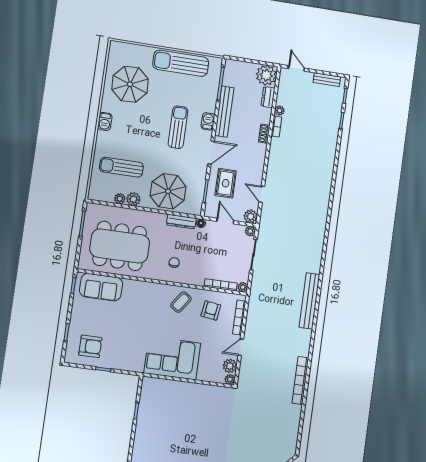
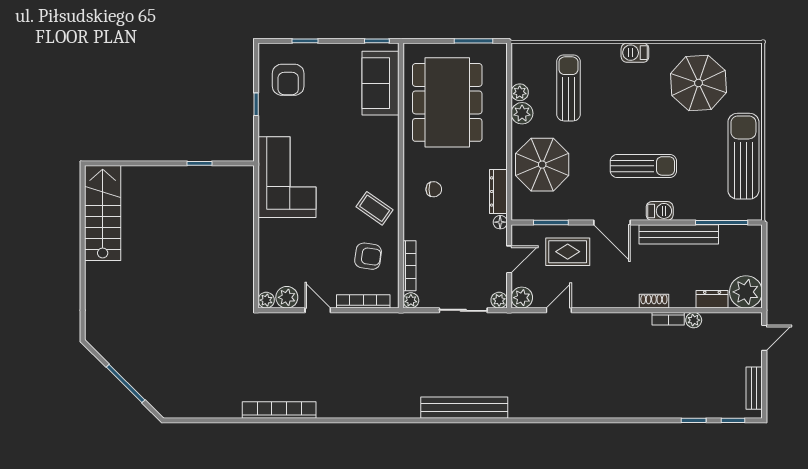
bench: (309, 301) -> (464, 408), moved
corner sofa: (172, 358) -> (287, 177), moved

